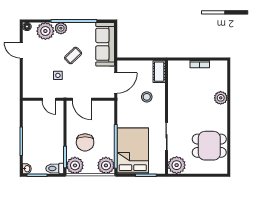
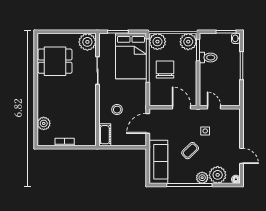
plant: (221, 98) -> (44, 123), moved
chair: (85, 142) -> (165, 69), moved
toilet: (55, 168) -> (208, 57), moved

